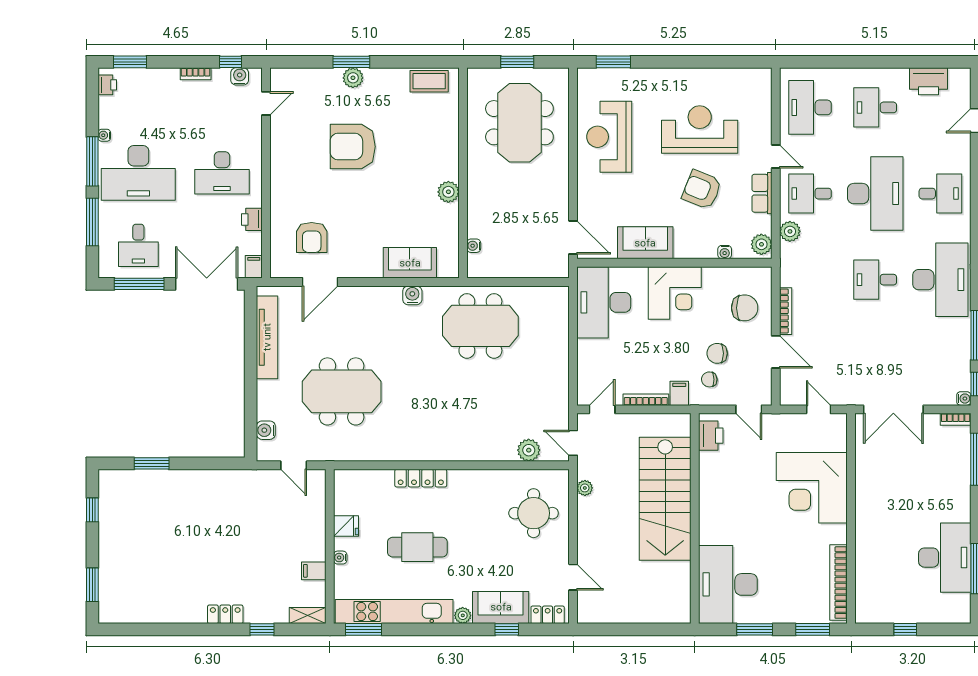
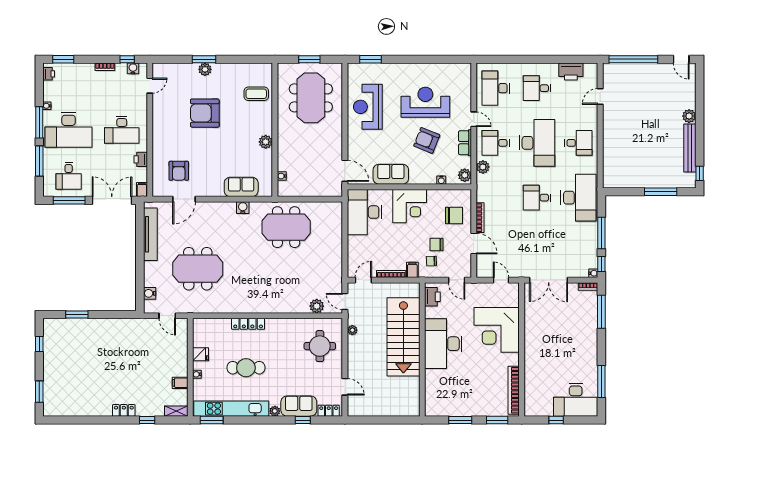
coffee table: (429, 81) -> (256, 94), moved
desk: (945, 558) -> (576, 400), moved, turned 90
desk: (728, 584) -> (443, 344), moved

